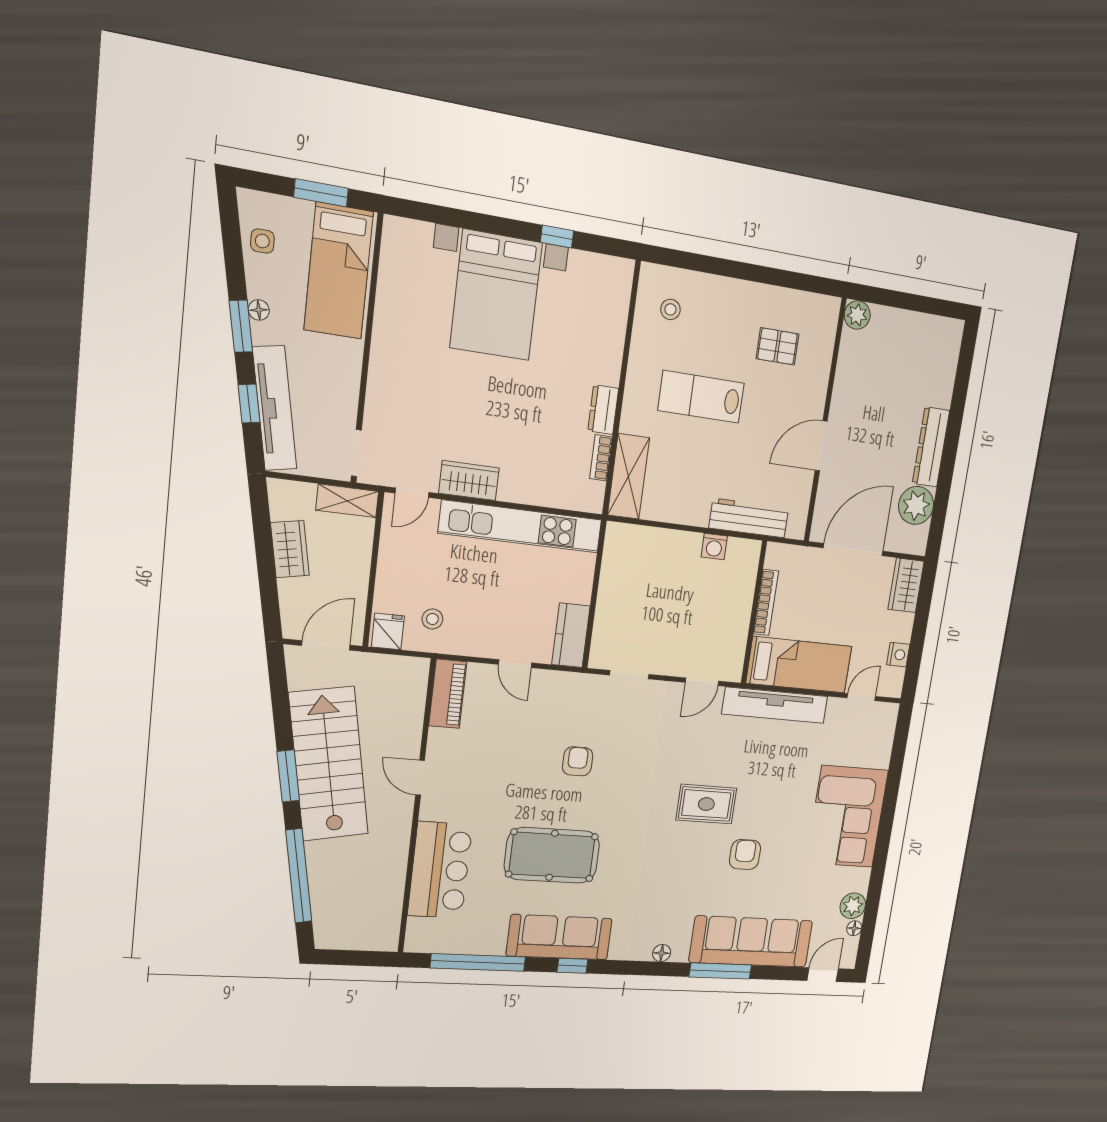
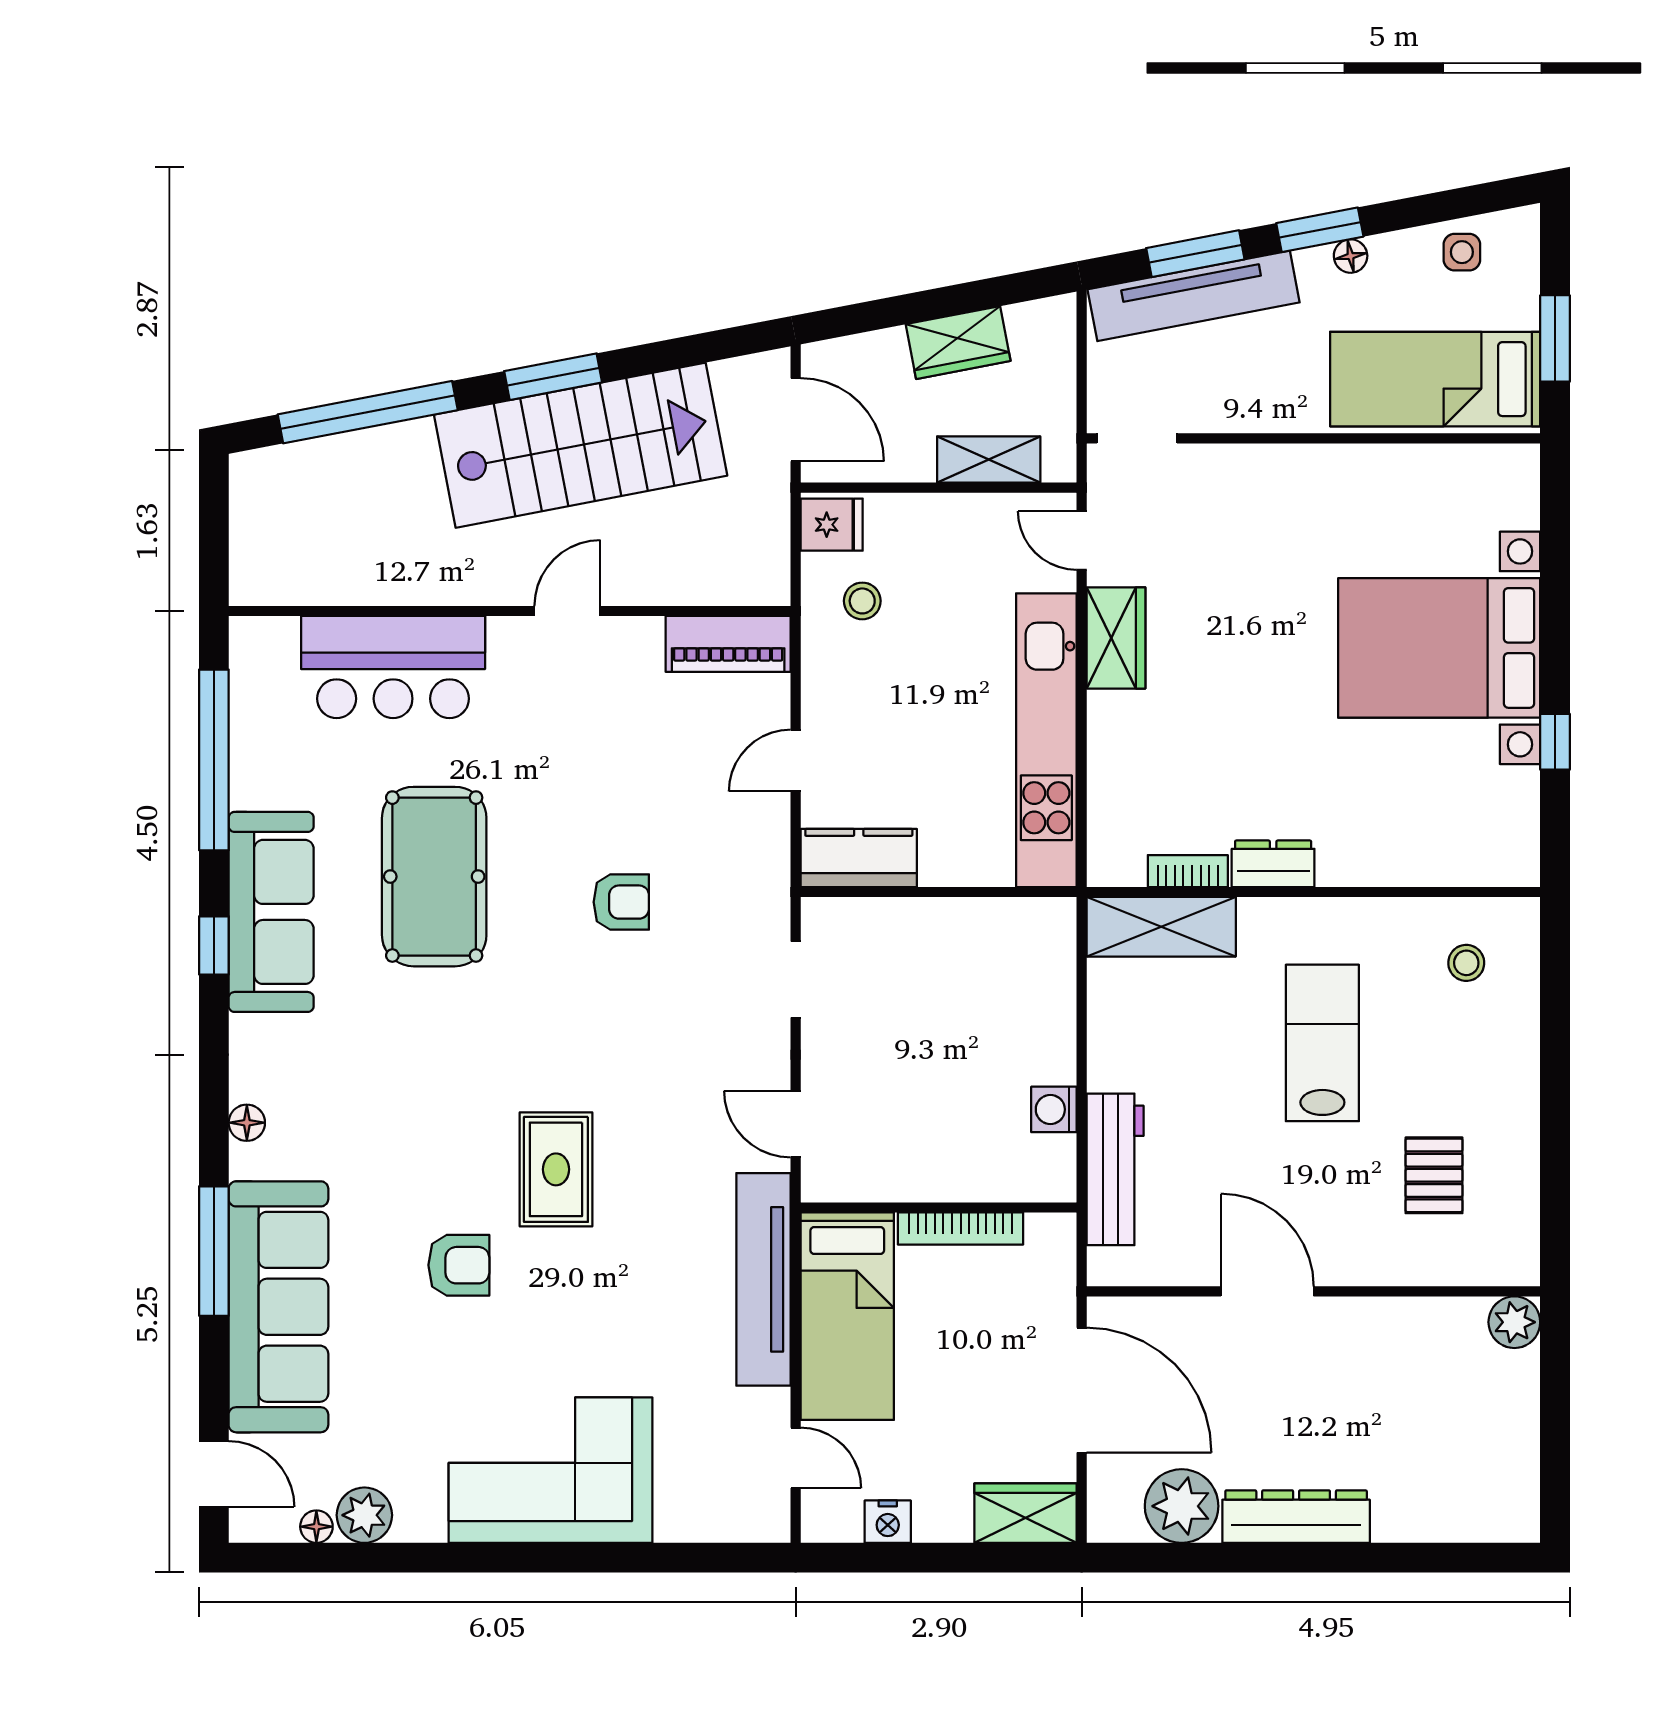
window: (249, 404) -> (1195, 254), width x1.50
shelving: (347, 501) -> (989, 460), moved, turned 90

